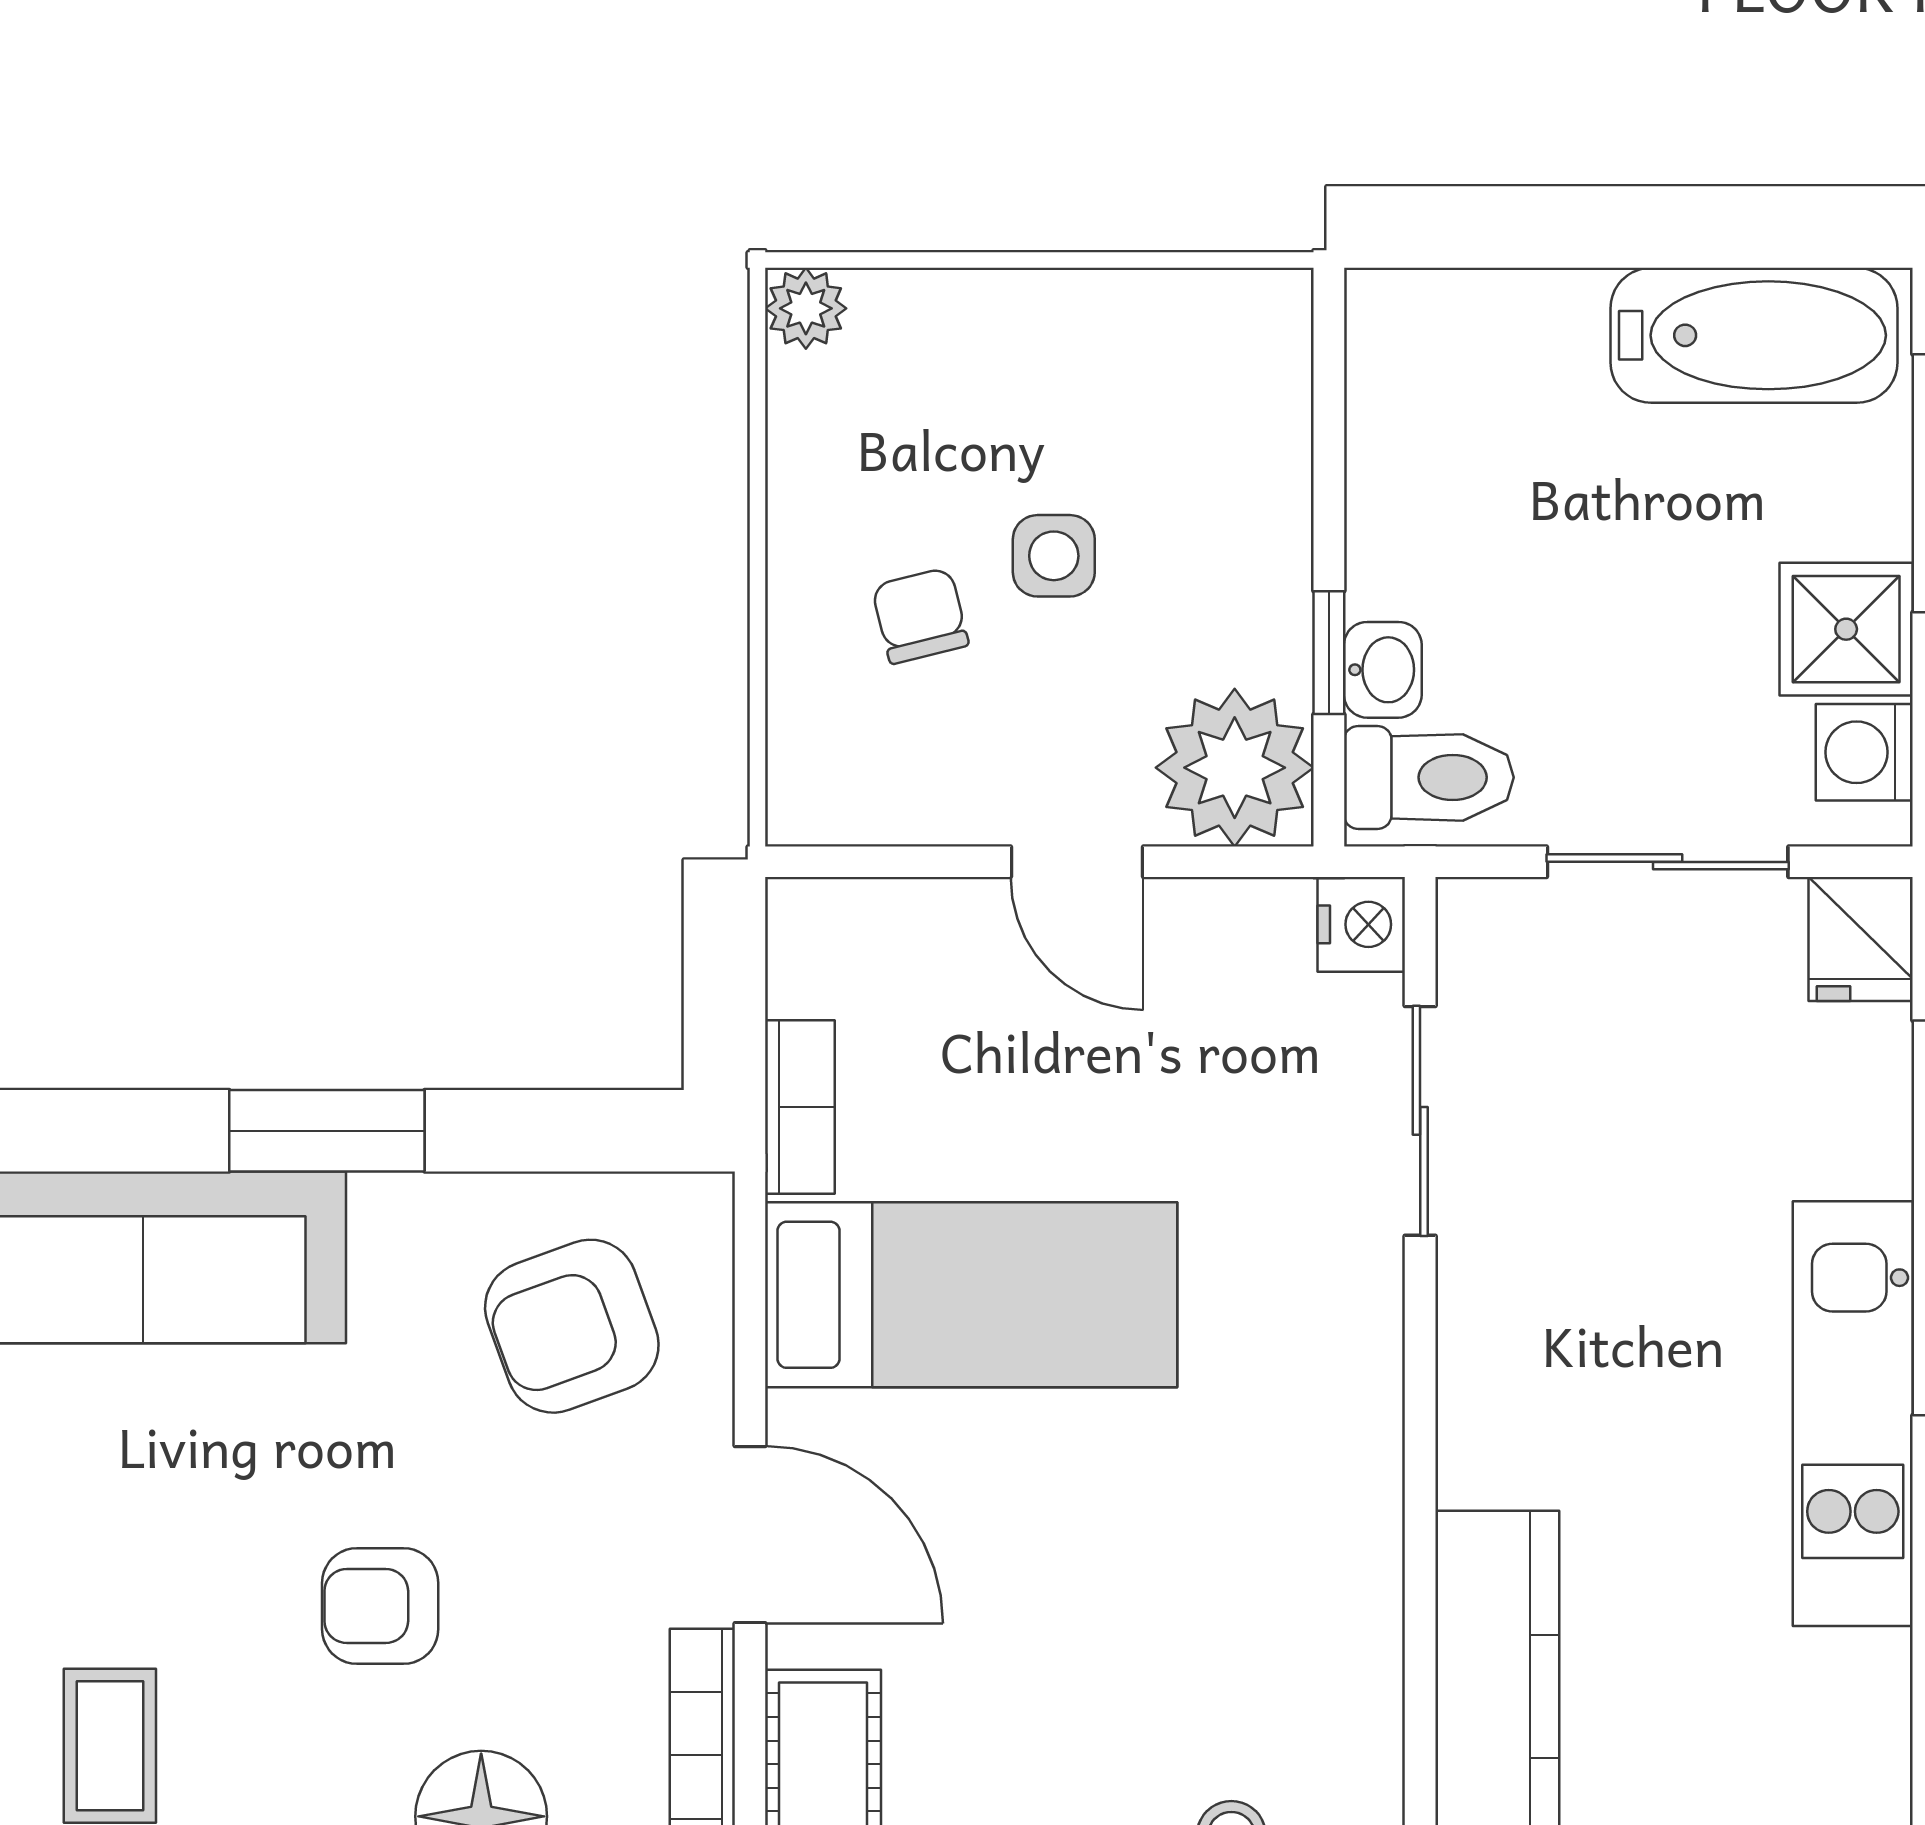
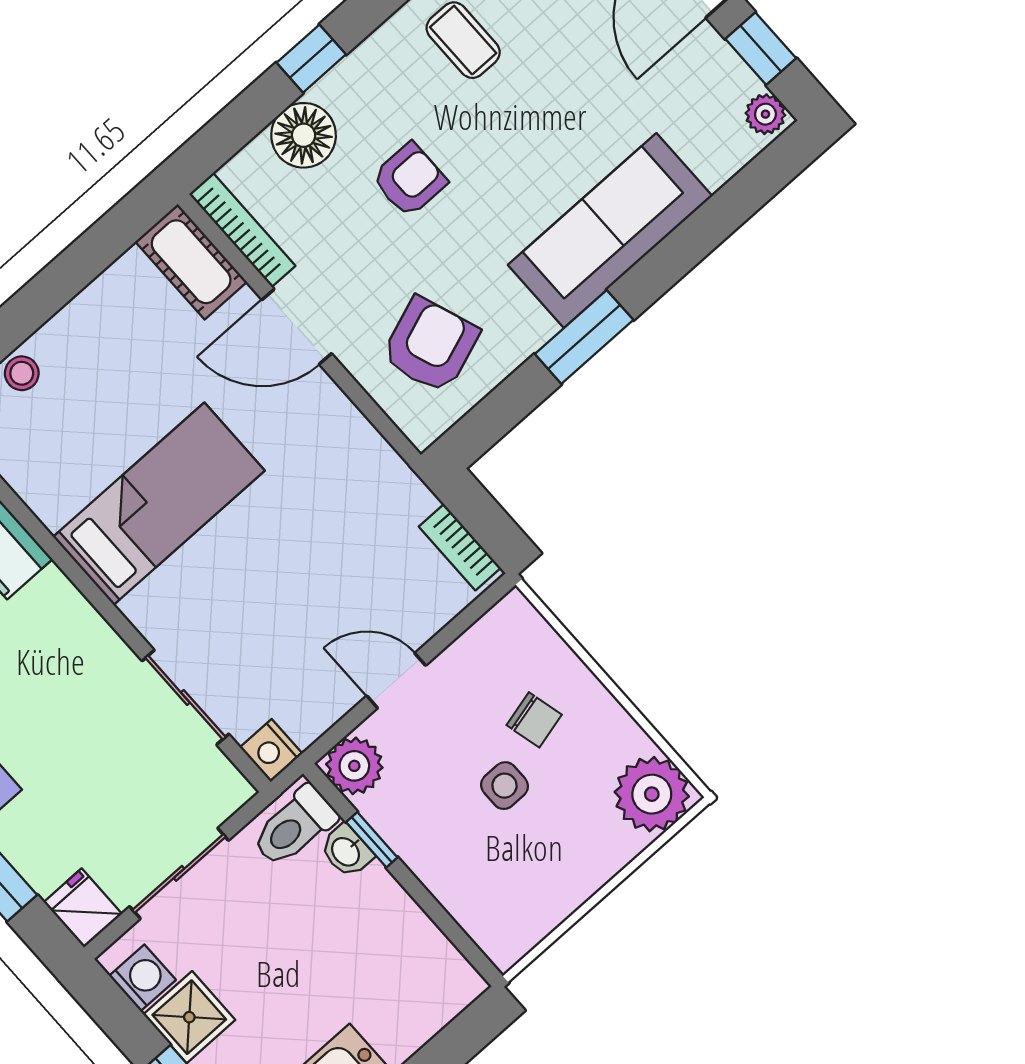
plant: (806, 308) -> (652, 794), width x1.87, depth x1.87
plant: (1235, 768) -> (354, 766), width x0.73, depth x0.73
bookcase: (800, 1107) -> (460, 547), moved
bed: (971, 1295) -> (159, 504), moved, turned 180

